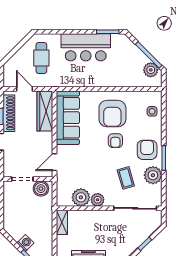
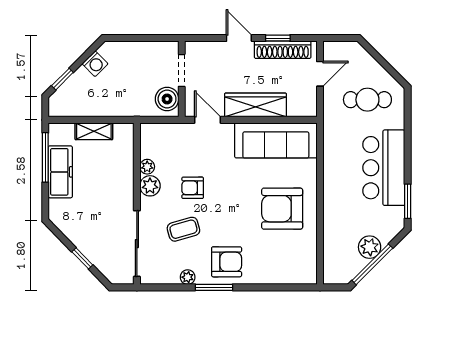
plant: (151, 70) -> (370, 247), moved
wardrobe: (45, 111) -> (255, 105), moved
side table: (152, 111) -> (286, 269), removed
armchair: (115, 141) -> (193, 188), moved
plant: (153, 175) -> (188, 277), width x0.53, depth x0.53
plant: (81, 197) -> (147, 167), width x0.53, depth x0.53
shelving: (62, 222) -> (94, 131), moved
washing machine: (25, 243) -> (95, 64), moved

